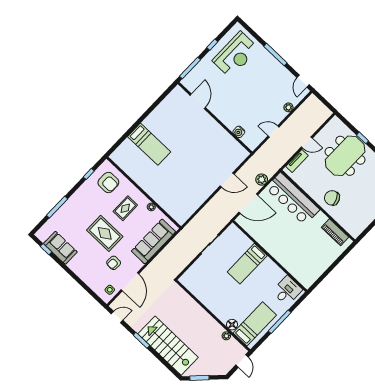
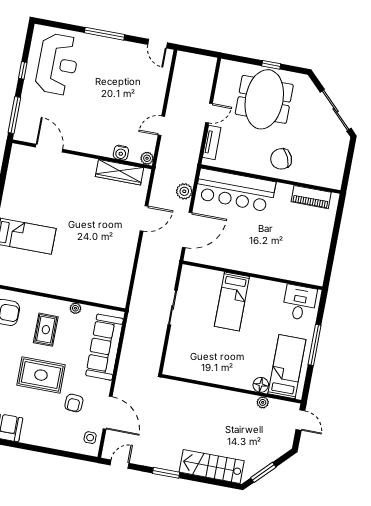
plant: (288, 107) -> (147, 158), moved
wardrobe: (230, 143) -> (119, 172), added
stairs: (168, 346) -> (212, 466), width x0.73, depth x0.66

